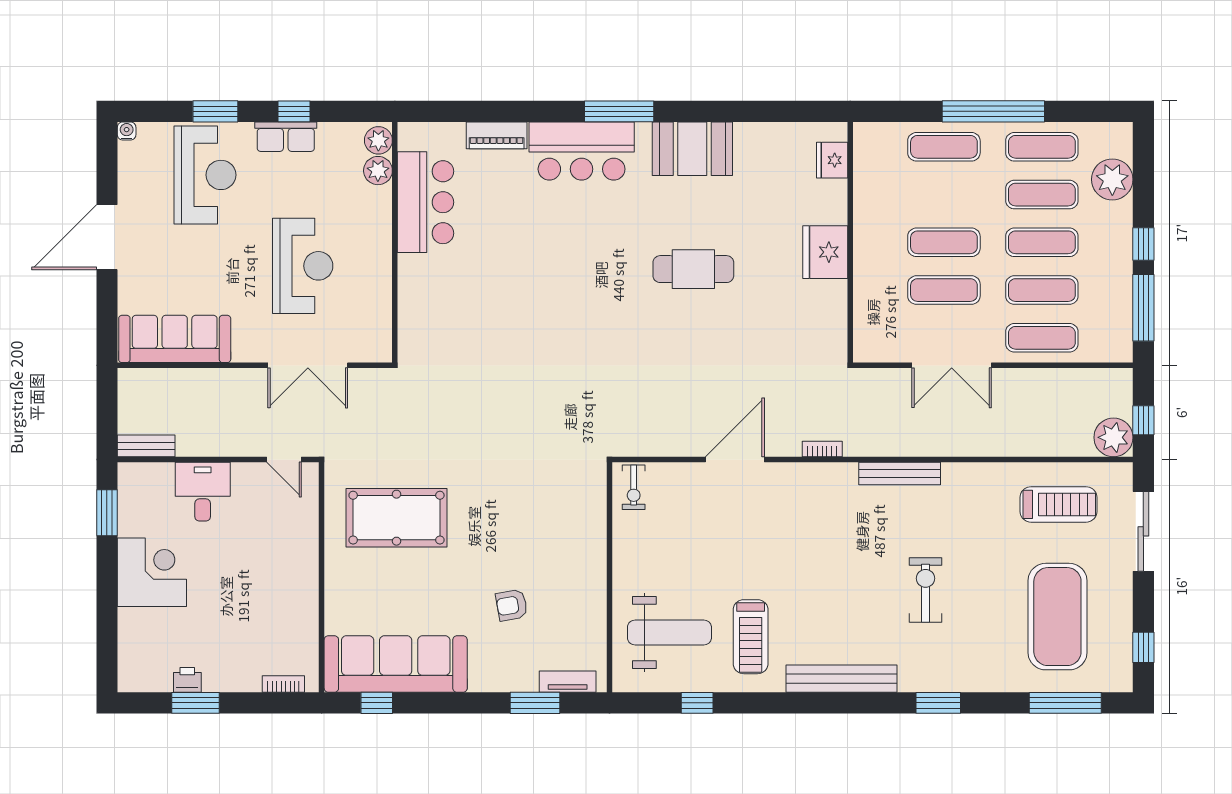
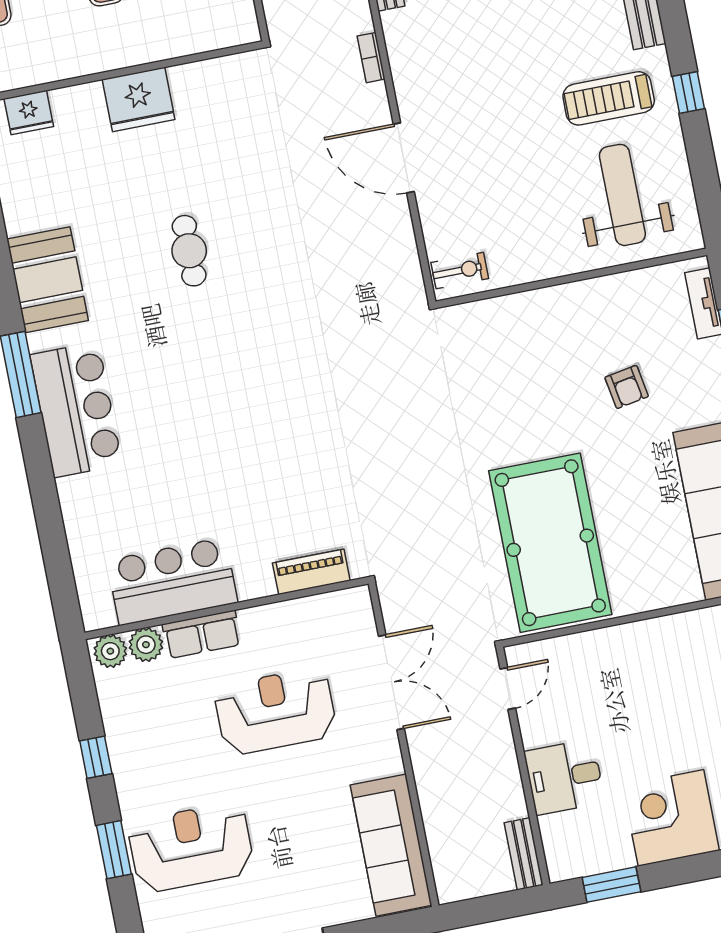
piano: (497, 135) -> (311, 572), moved, turned -90
row of seats: (286, 137) -> (202, 634), moved, turned 90
cafe table: (693, 269) -> (189, 251), width x0.73, depth x0.74
pool table: (397, 518) -> (550, 543), width x1.36, depth x1.32
treadmill: (751, 637) -> (609, 98), turned 180
window: (697, 703) -> (688, 93), moved

